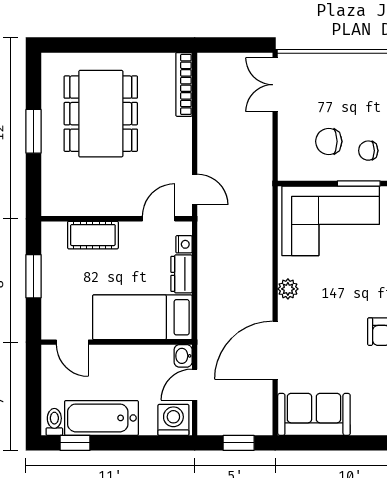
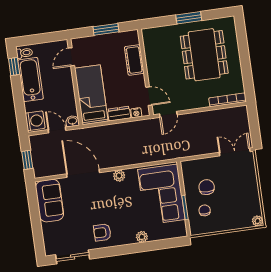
dining table: (101, 114) -> (204, 55), turned 90

